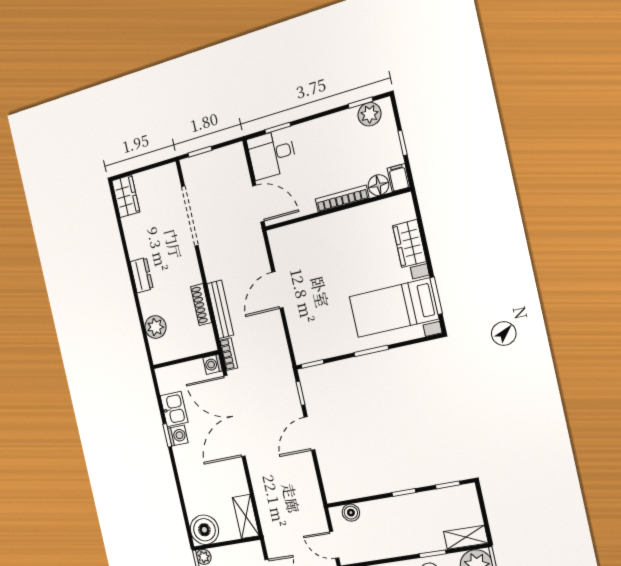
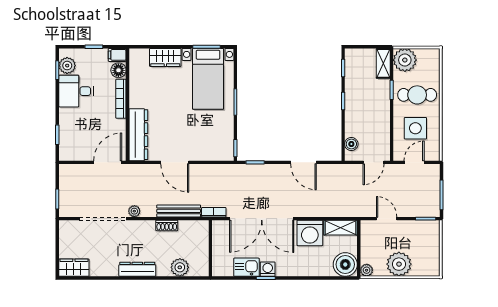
desk: (272, 154) -> (76, 91), moved, turned 90
dresser: (301, 234) -> (138, 135), added
plant: (207, 253) -> (134, 211), added
dresser: (142, 275) -> (137, 269), width x1.44
shoe rack: (201, 305) -> (167, 225), width x0.70
washing machine: (213, 364) -> (310, 233), moved, width x1.89, depth x1.89
door: (309, 434) -> (304, 162), moved

